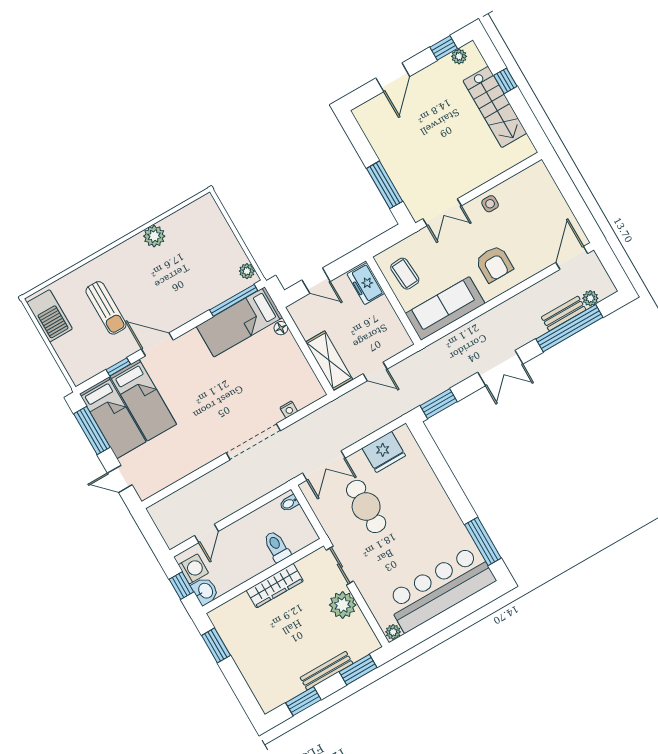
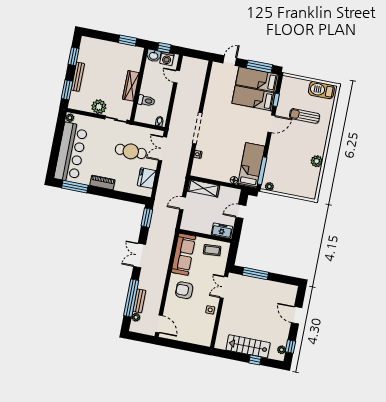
piano: (444, 508) -> (102, 183), added

